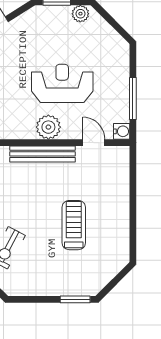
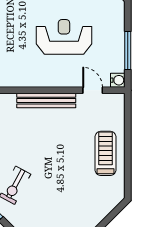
plant: (48, 127) -> (52, 76), removed
treadmill: (74, 225) -> (105, 153), moved

